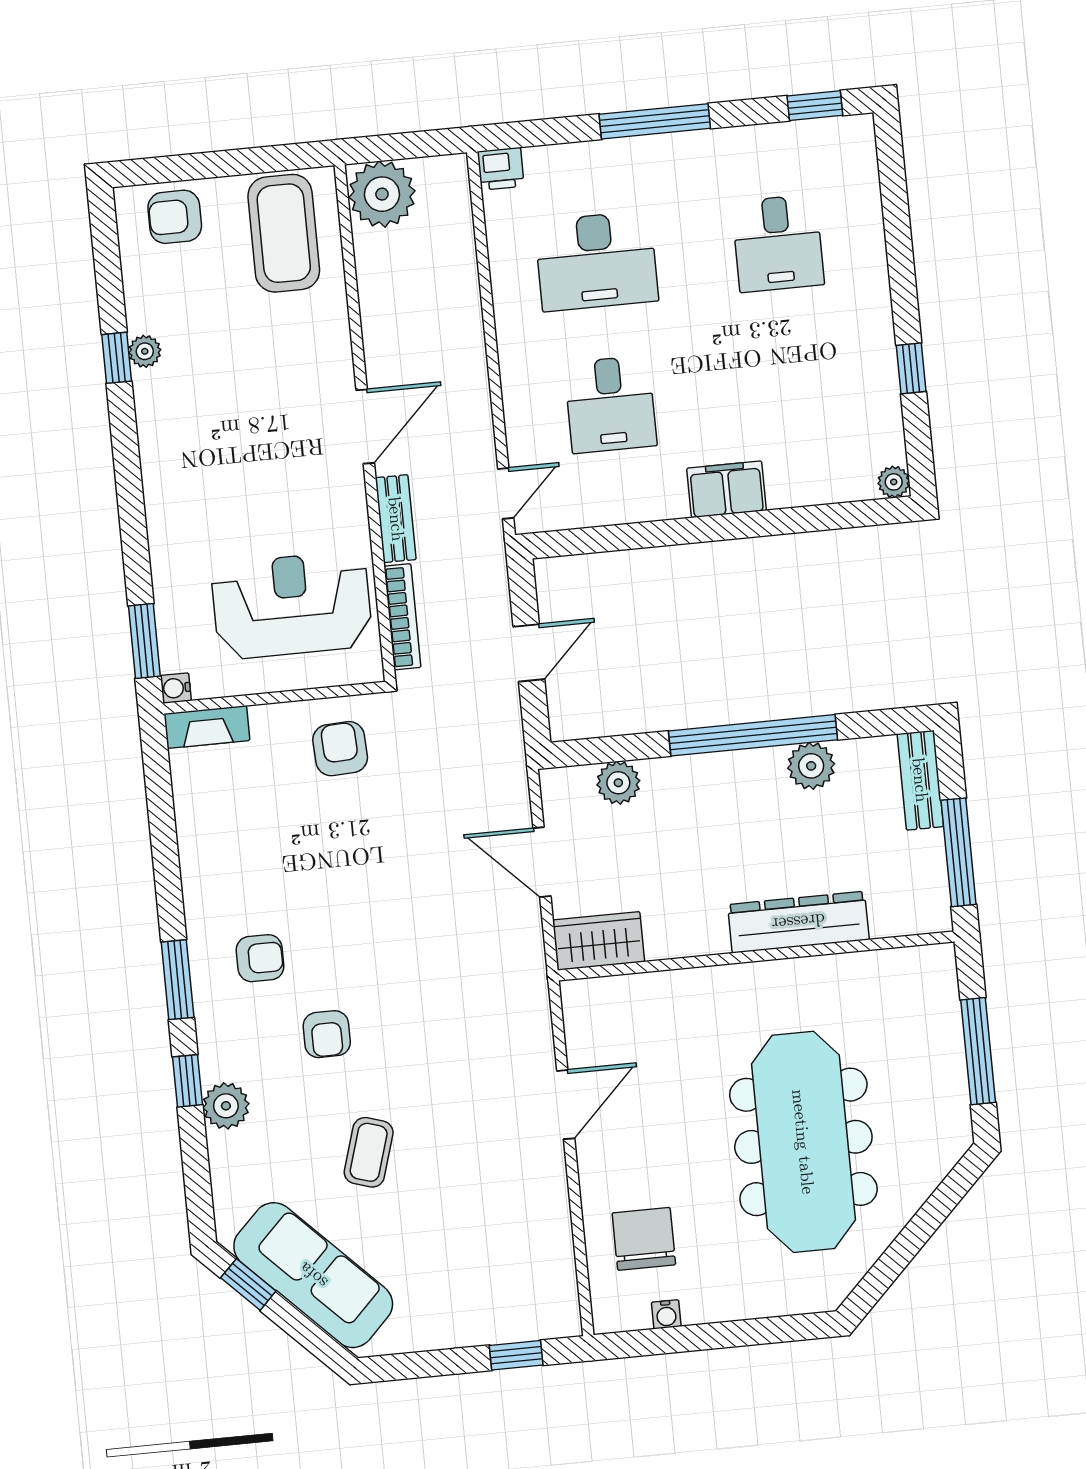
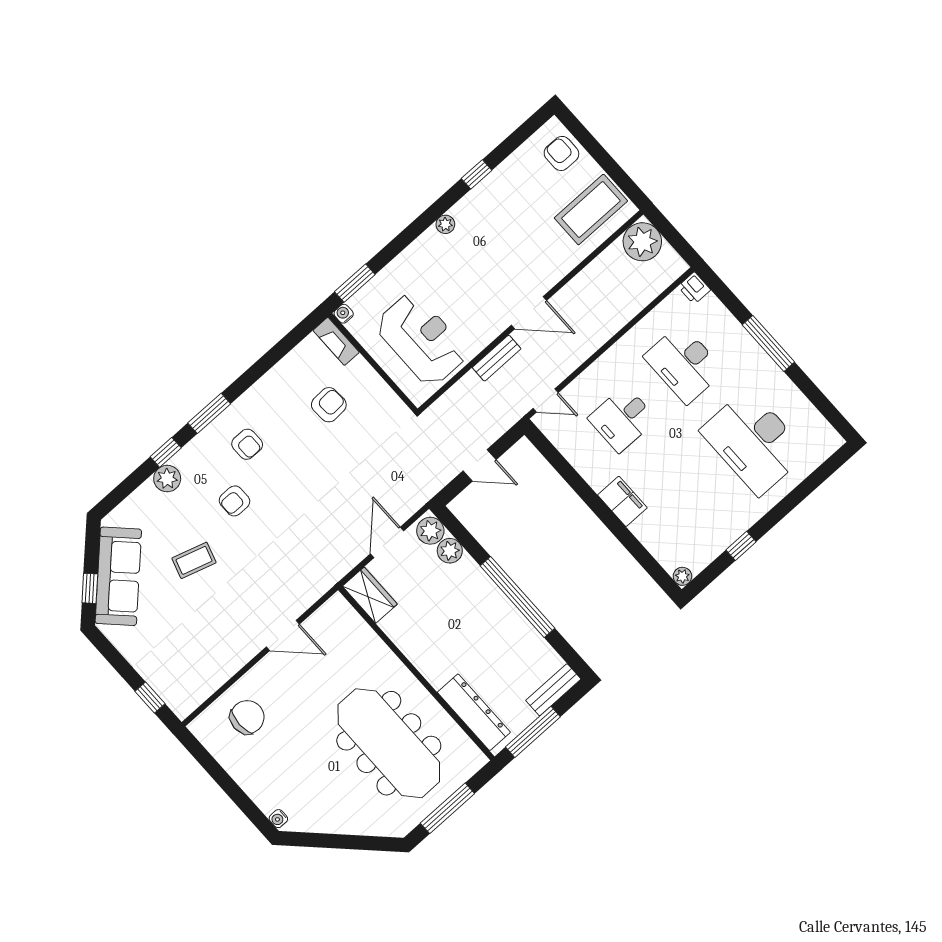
window: (815, 106) -> (830, 412), removed
desk: (778, 243) -> (754, 442), width x1.87, depth x1.30
plant: (145, 351) -> (445, 224), moved
bookcase: (402, 617) -> (453, 394), removed
armchair: (340, 749) -> (329, 405), moved
plant: (811, 766) -> (430, 531), moved
dresser: (798, 922) -> (474, 712), moved
meeting table: (803, 1142) -> (389, 743), moved, turned 90
window: (248, 1284) -> (90, 588), moved
water cooler: (666, 1314) -> (278, 819), moved

